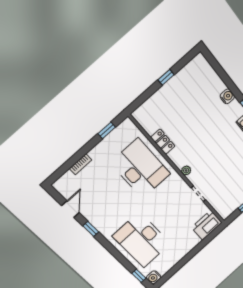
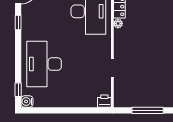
plant: (186, 170) -> (118, 24), moved
printer: (207, 225) -> (104, 101), width x0.53, depth x0.68

